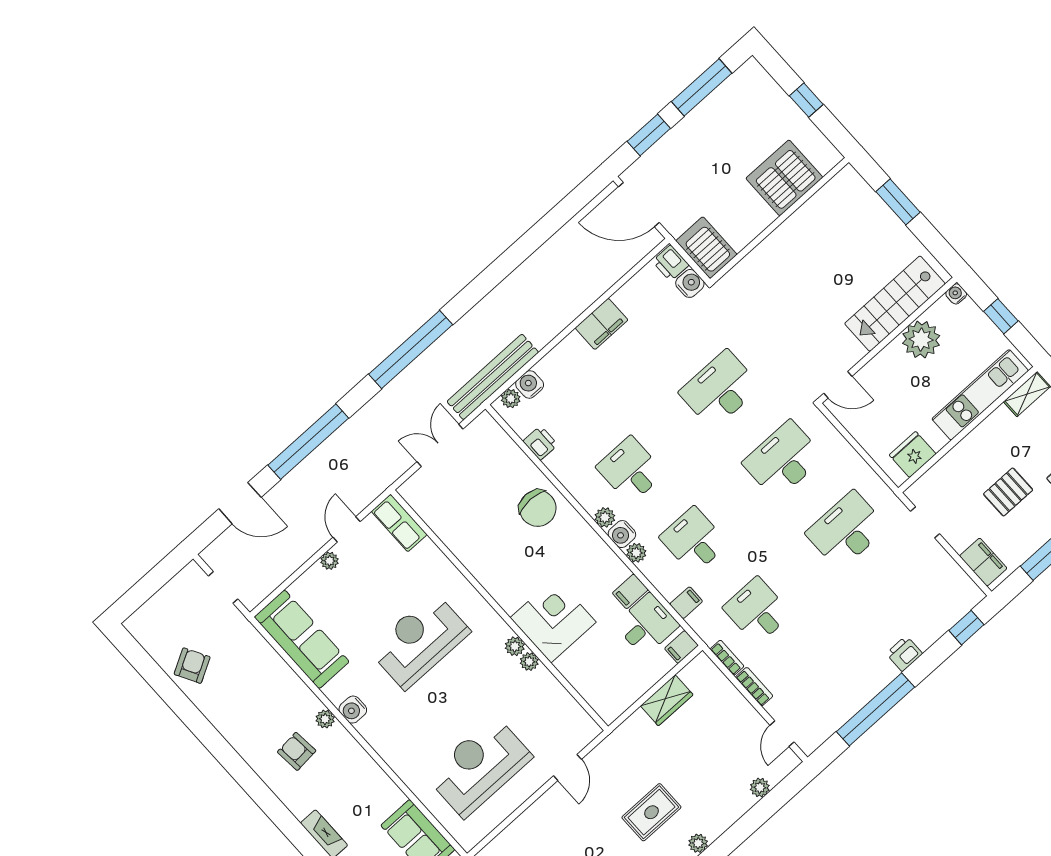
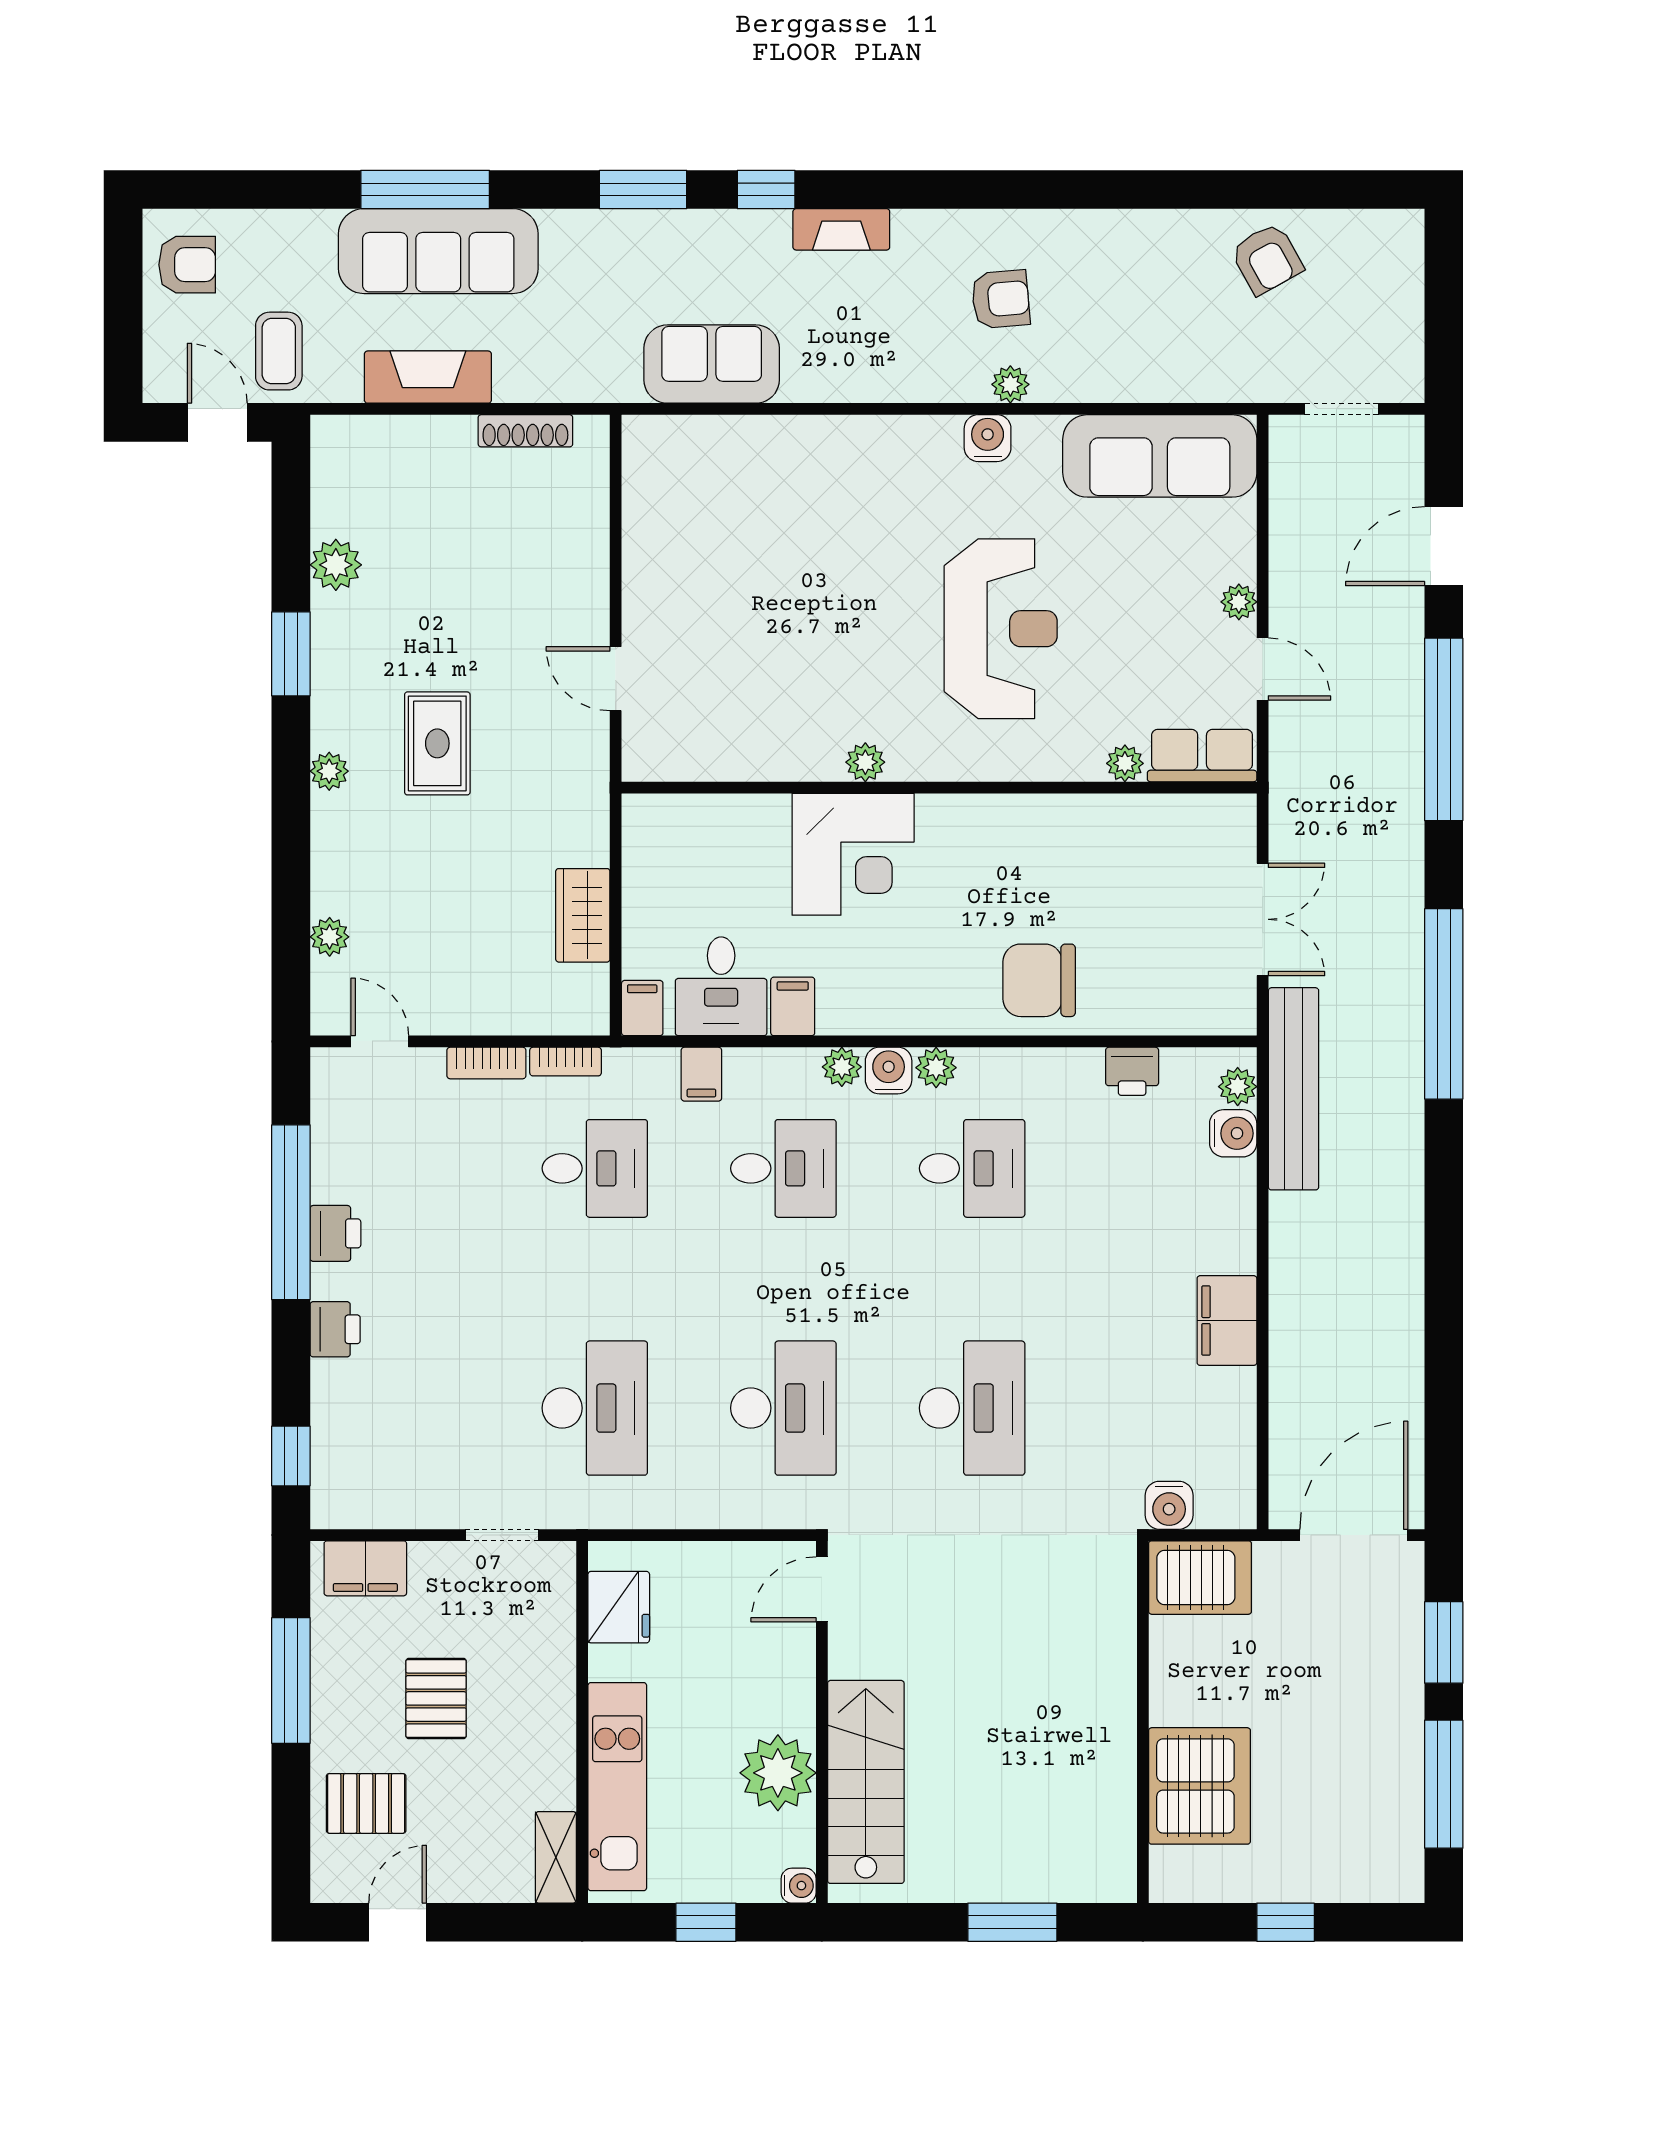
printer: (671, 263) -> (335, 1233), moved, turned 90
plant: (529, 662) -> (1125, 763), moved
reception desk: (479, 766) -> (735, 549), removed

